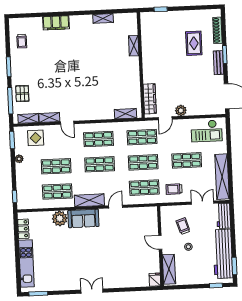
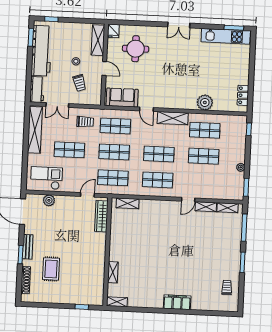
shelving: (103, 18) -> (117, 302), moved
filing cabinet: (56, 23) -> (177, 302), moved
pallet: (22, 94) -> (231, 234), removed
plant: (181, 110) -> (49, 200), moved
door: (67, 123) -> (188, 200), swing flipped
display table: (36, 138) -> (222, 187), removed
door: (116, 207) -> (146, 109), hinge flipped
sofa: (83, 218) -> (122, 97), moved
kitchen unit: (26, 264) -> (226, 36), moved, turned -90
round table: (132, 264) -> (136, 49), added

